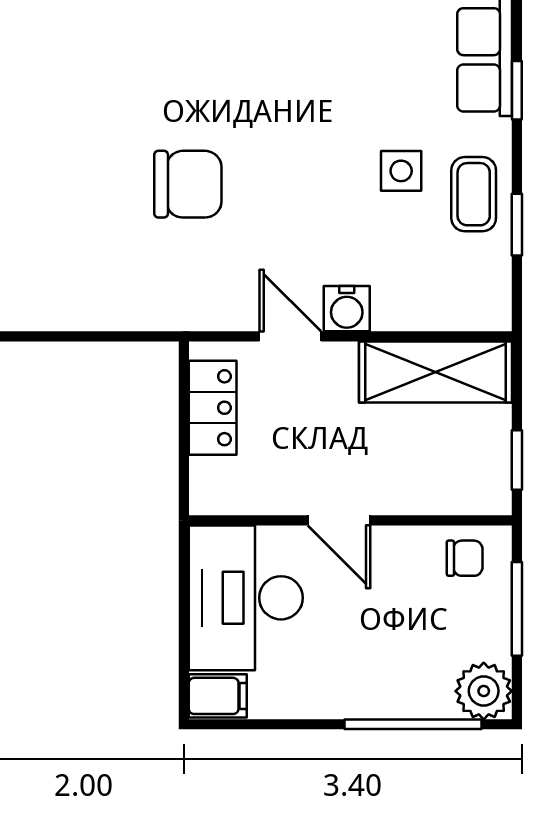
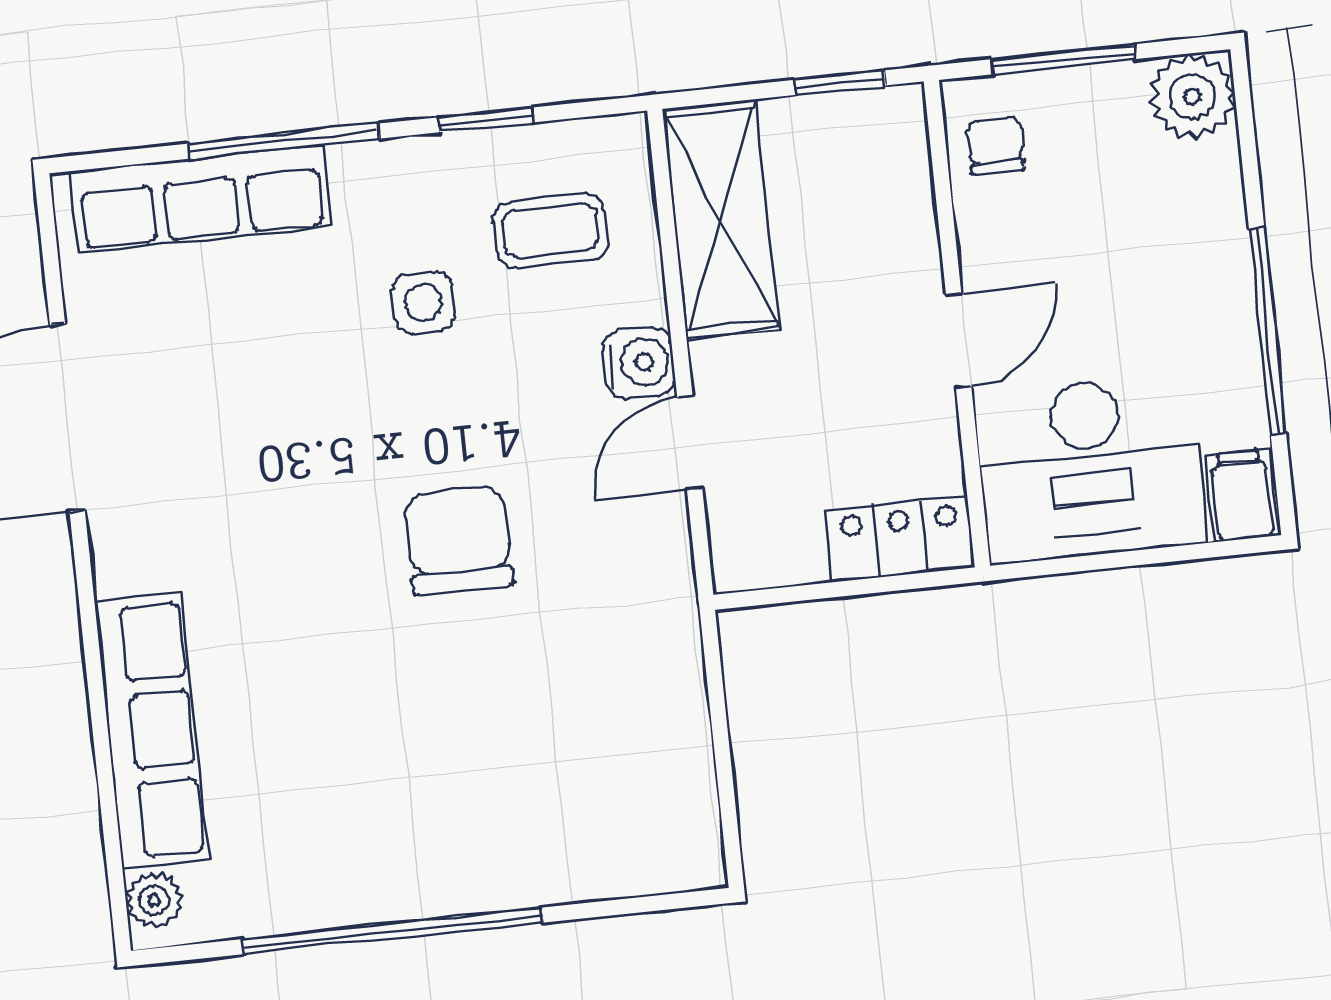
window: (517, 90) -> (284, 141), width x2.17
chair: (188, 184) -> (458, 540), moved
coffee table: (474, 194) -> (550, 231), moved
locker: (213, 408) -> (900, 539), moved
window: (413, 724) -> (1268, 331), moved

